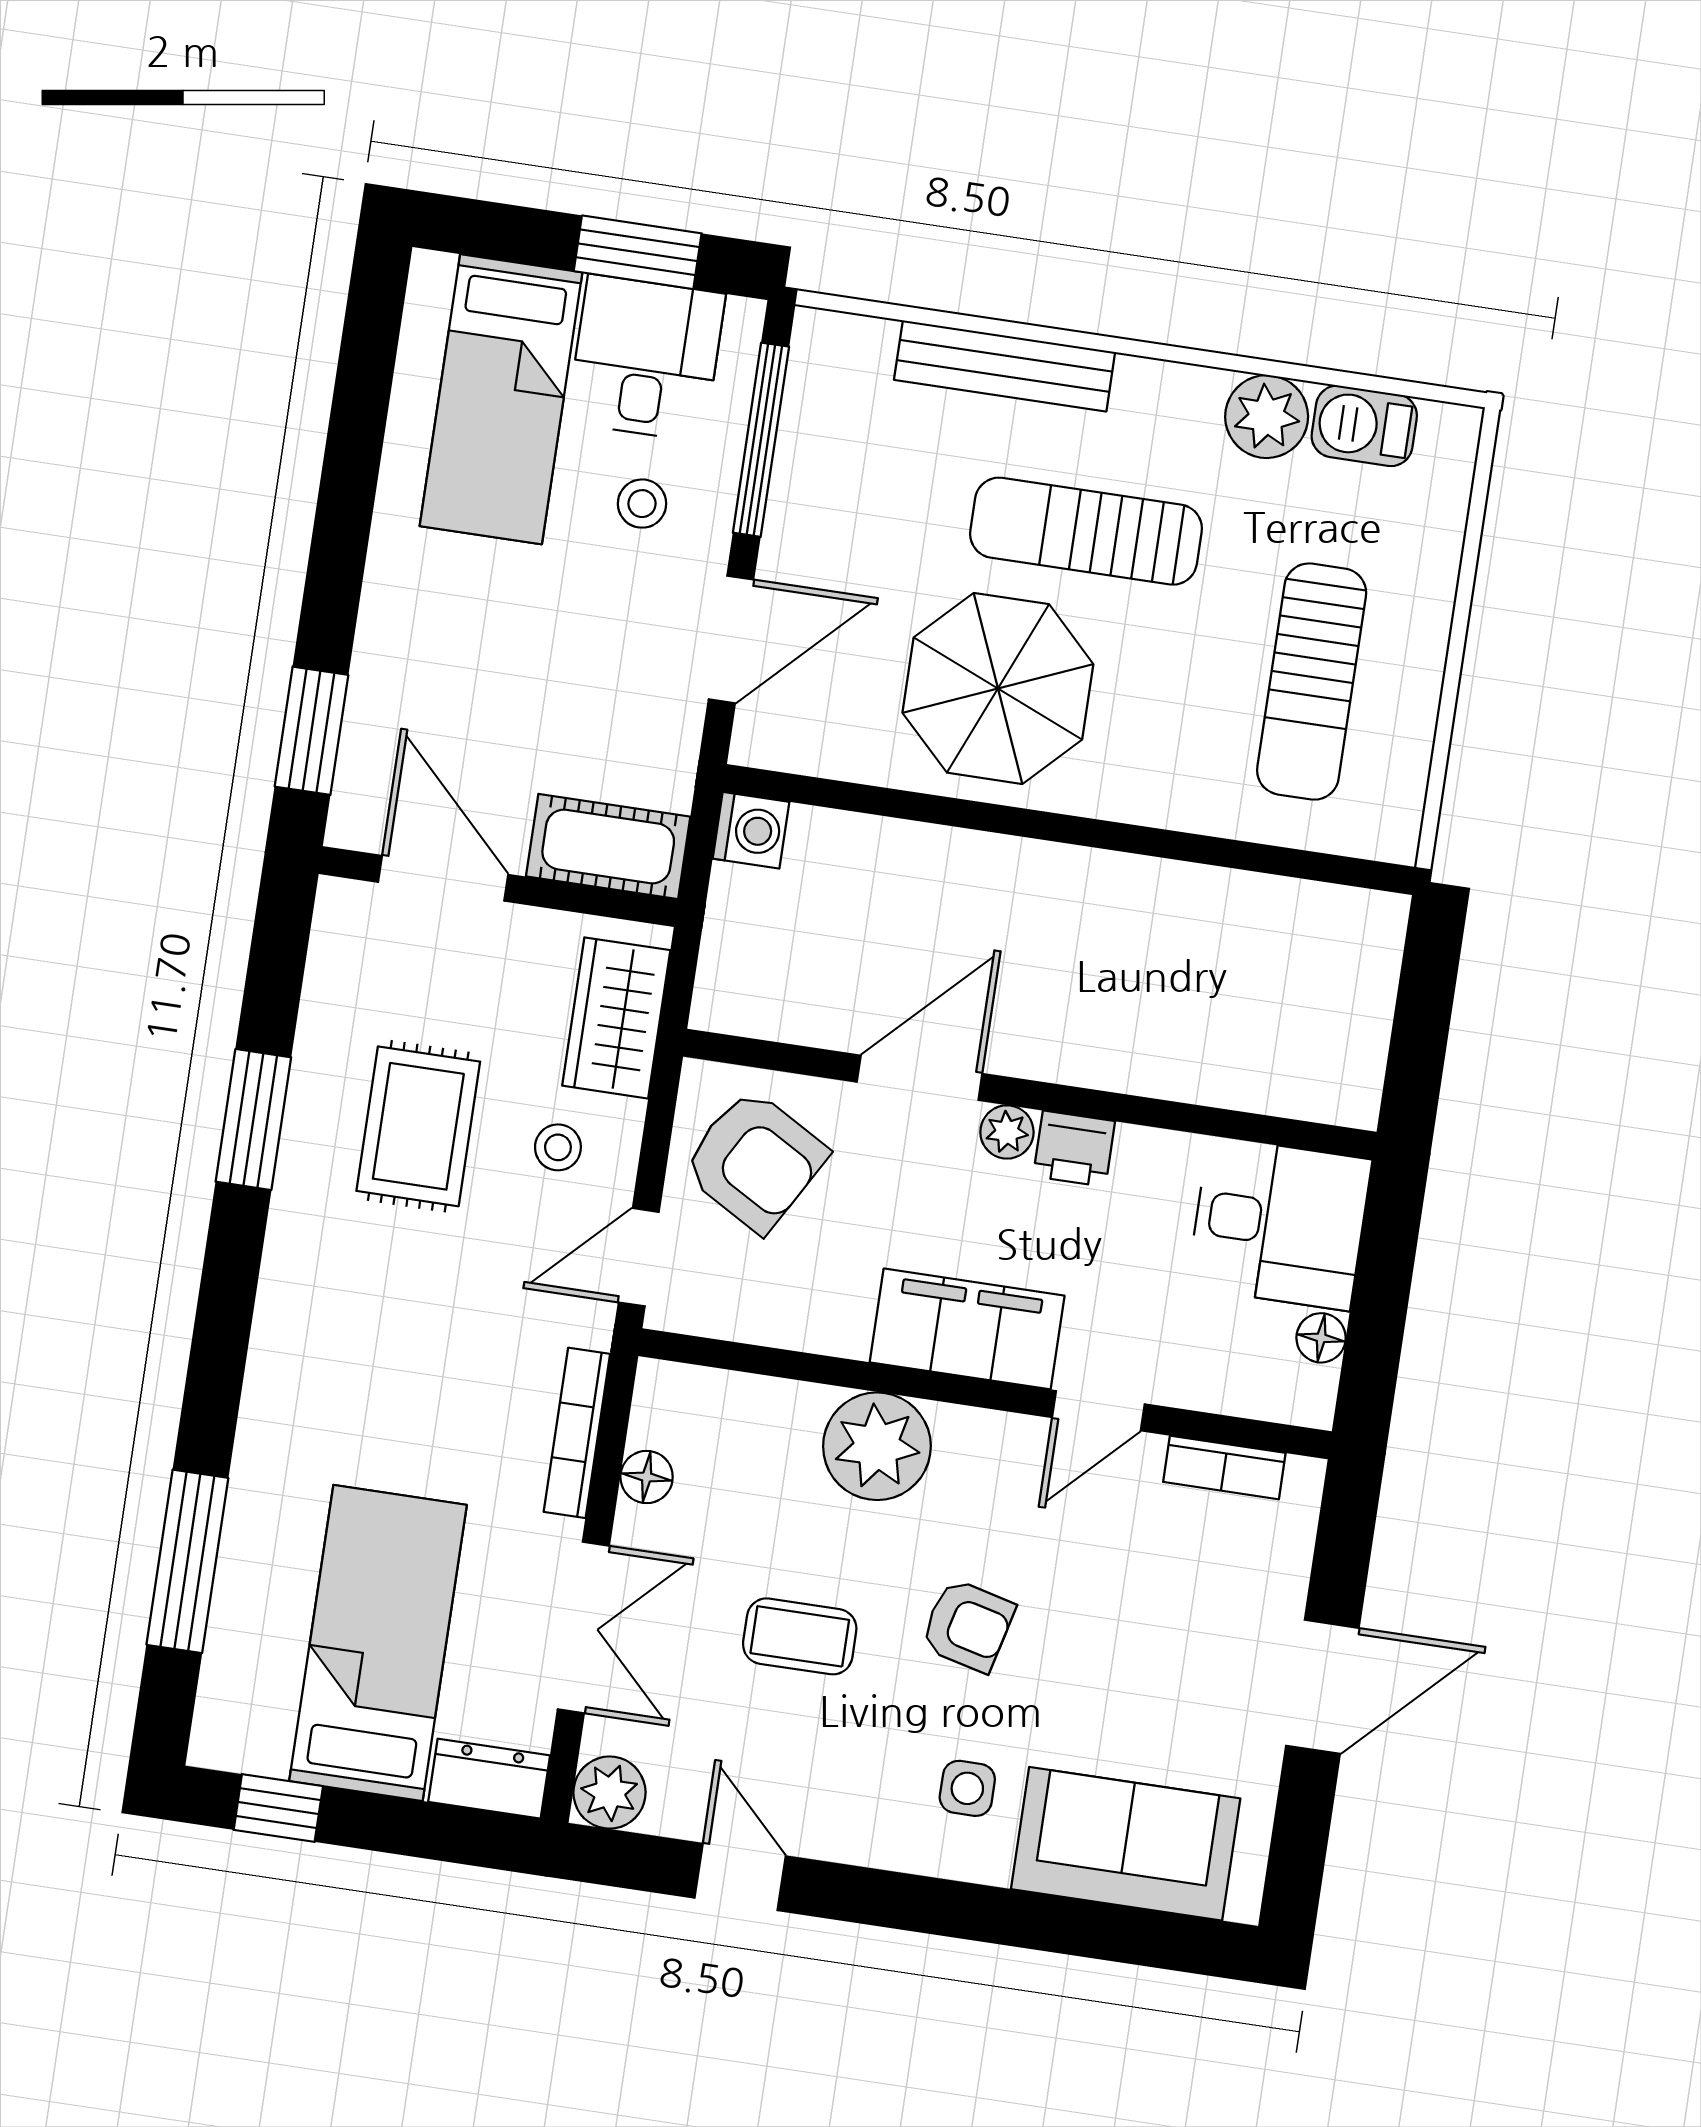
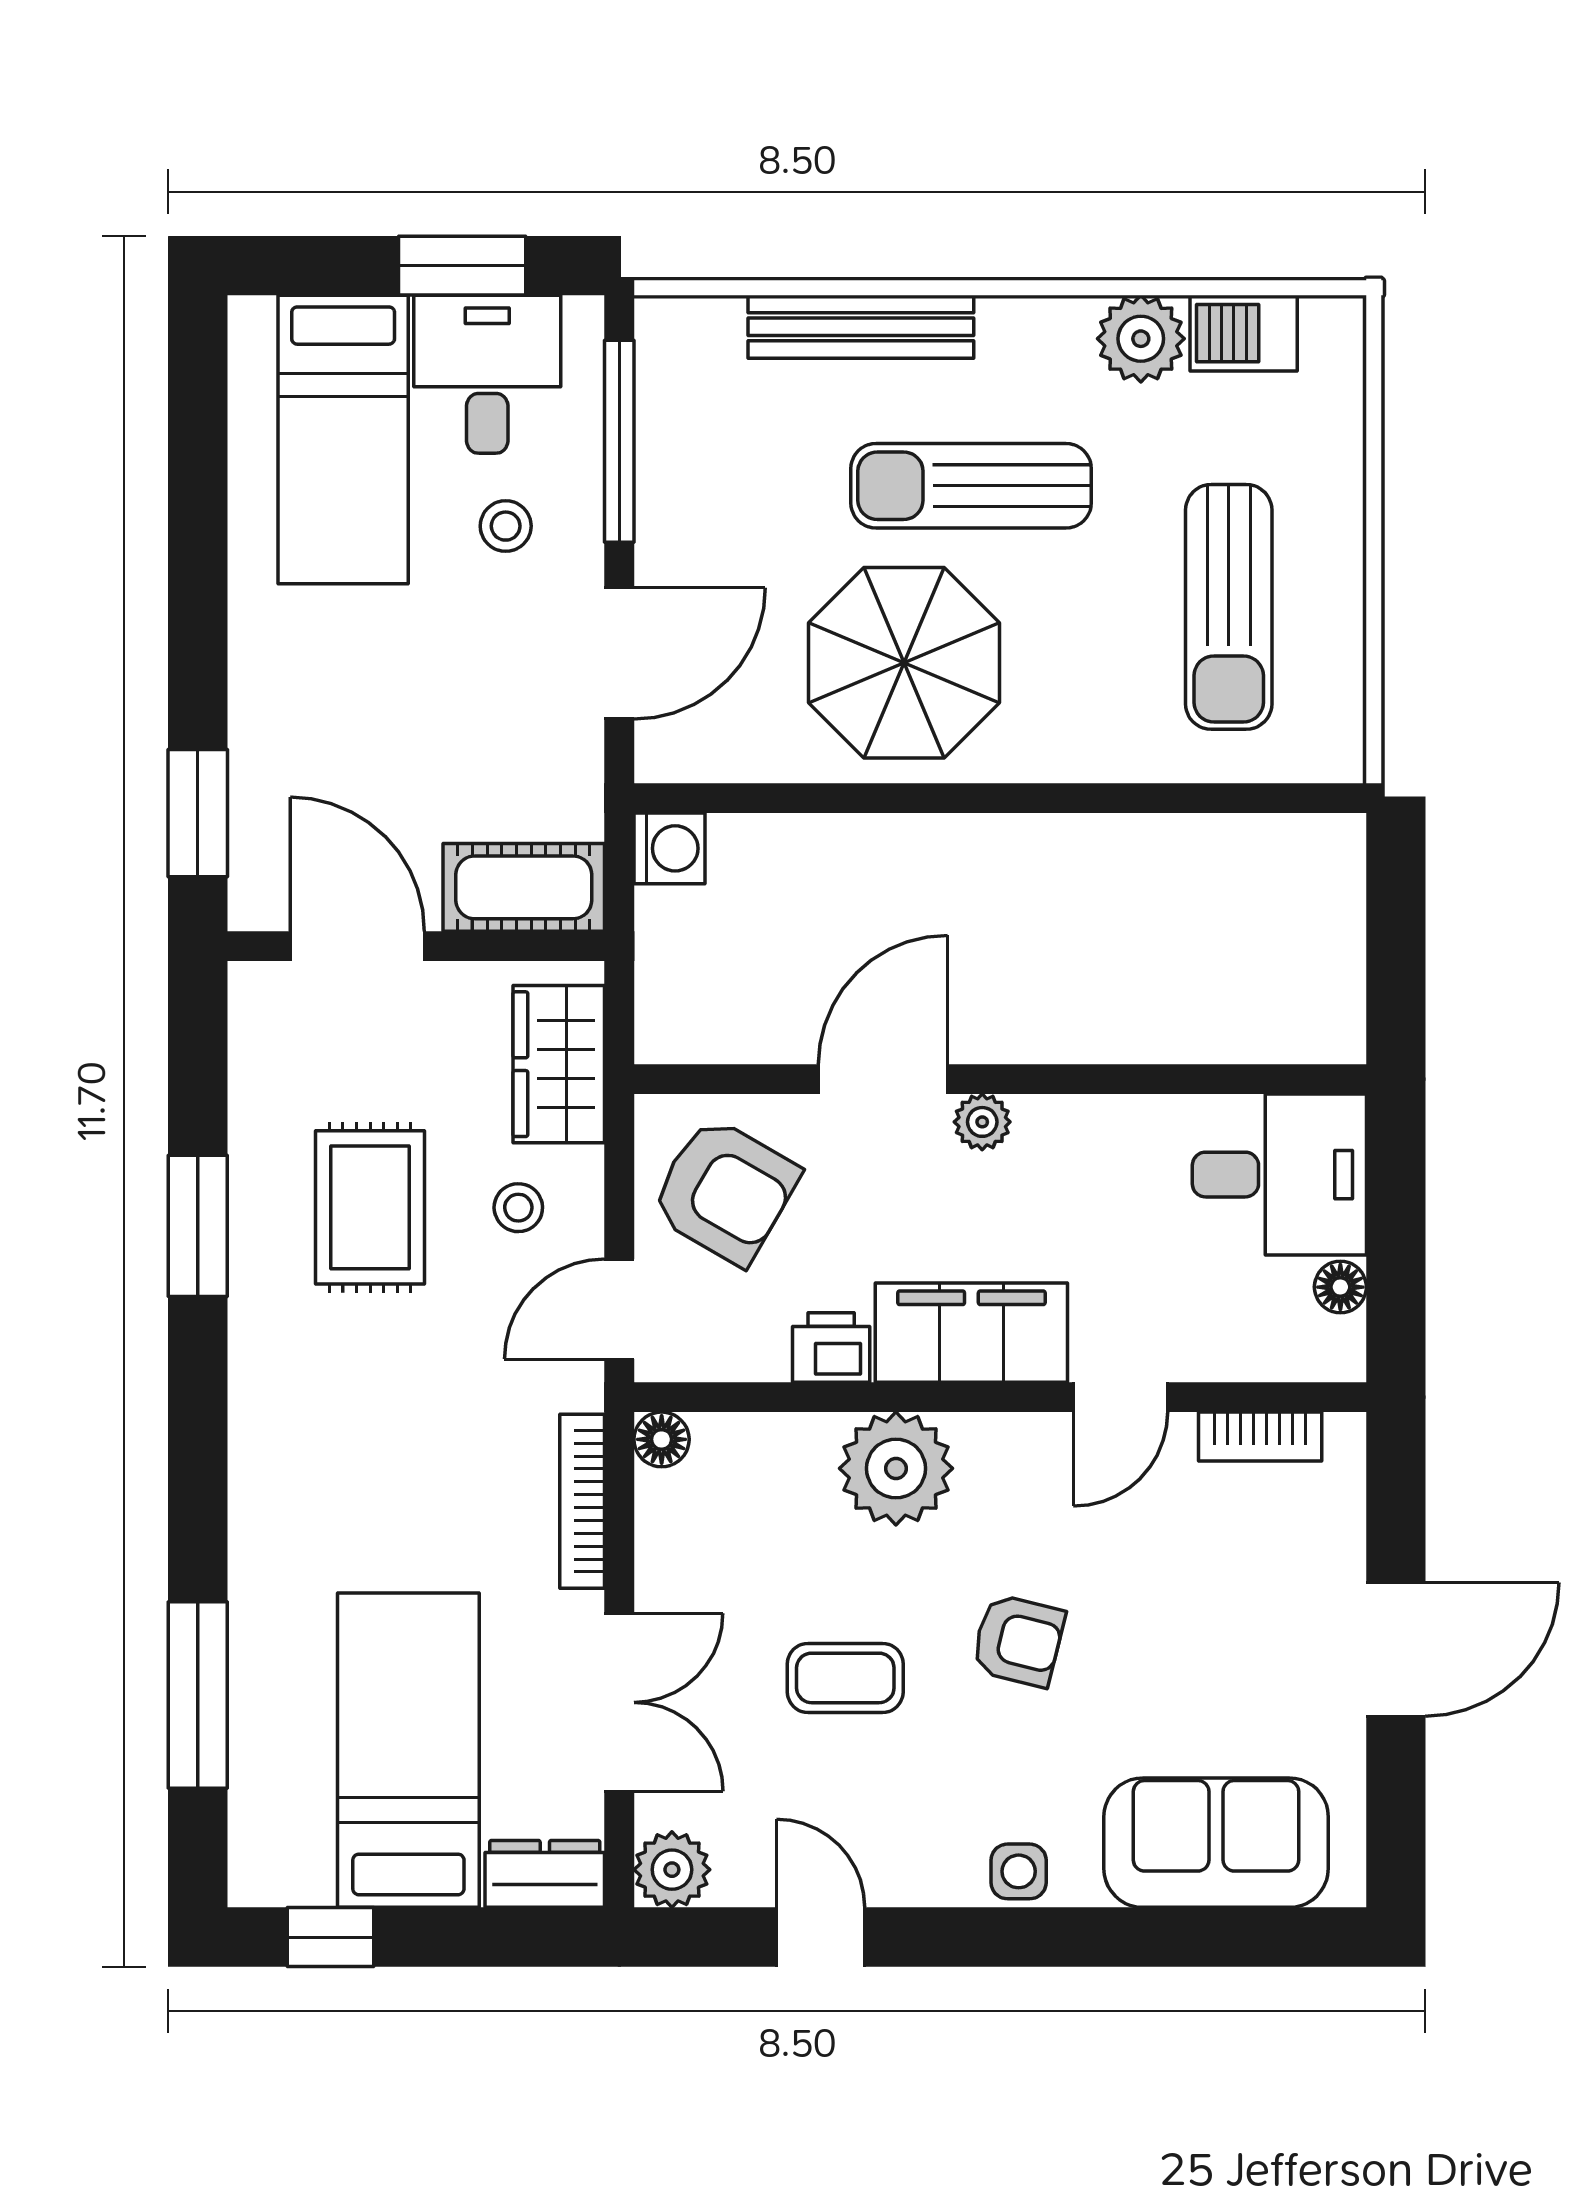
printer: (1074, 1149) -> (831, 1347), moved, turned 180
floor lamp: (647, 1477) -> (662, 1439), moved
side table: (967, 1788) -> (1019, 1871), moved

